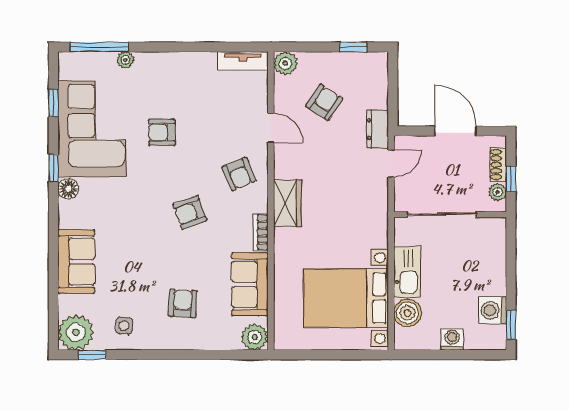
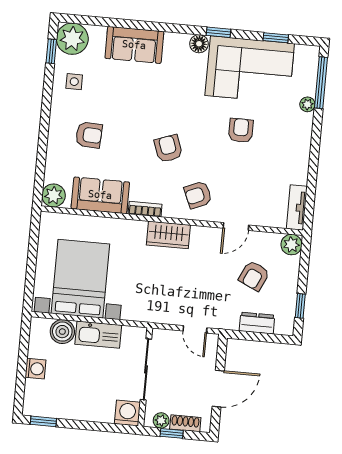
armchair: (324, 102) -> (254, 276), turned 82
dresser: (378, 129) -> (257, 323), moved
washing machine: (493, 310) -> (127, 413), moved

